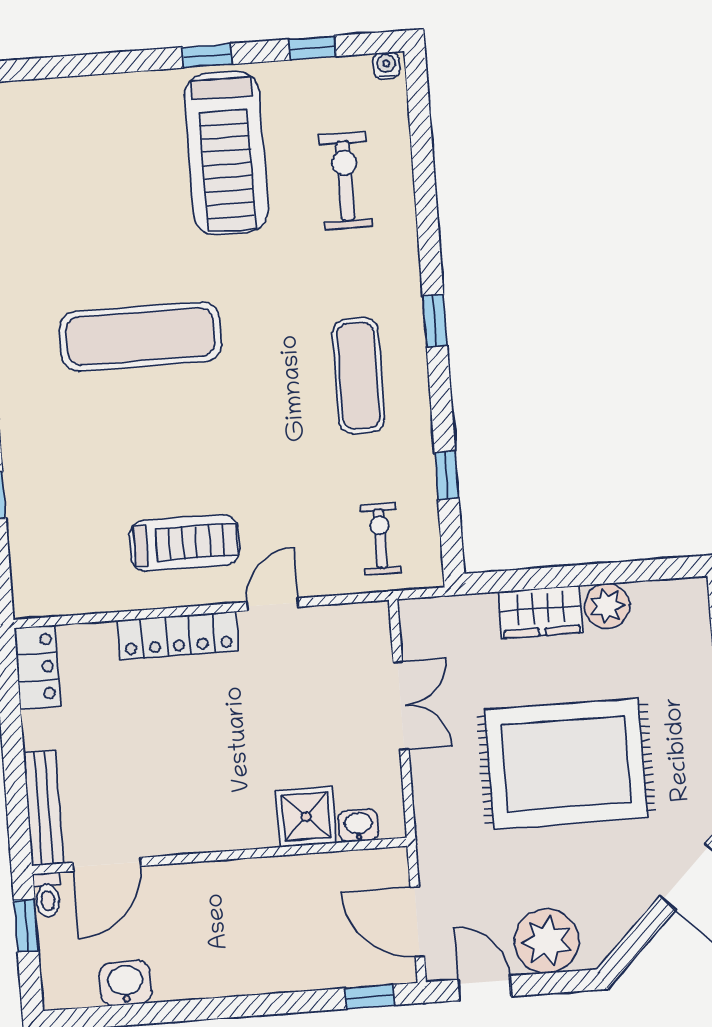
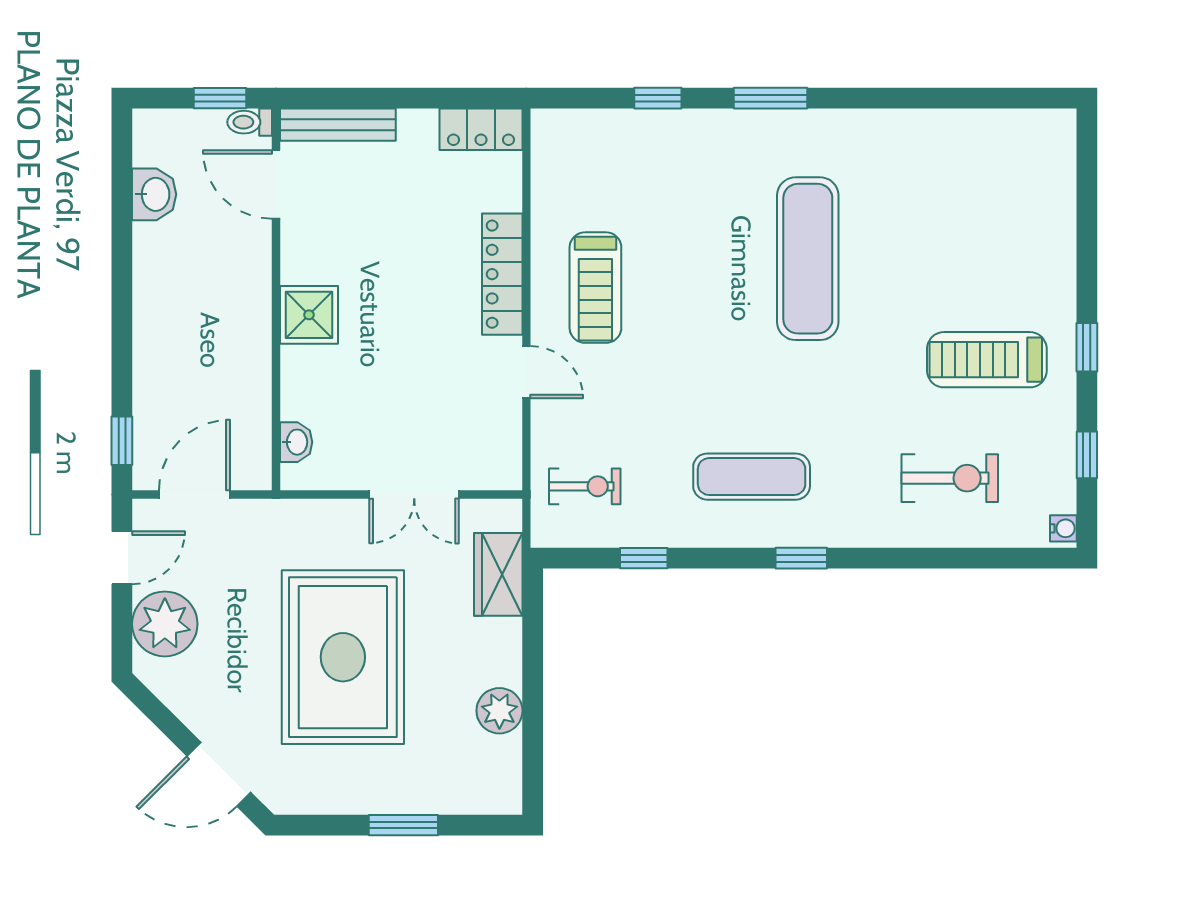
treadmill: (226, 153) -> (987, 360), width x0.73, depth x0.73
wardrobe: (541, 612) -> (498, 574), moved
shower: (306, 817) -> (309, 315), moved

